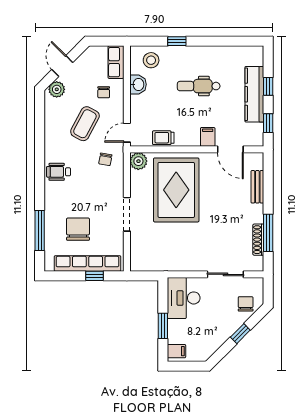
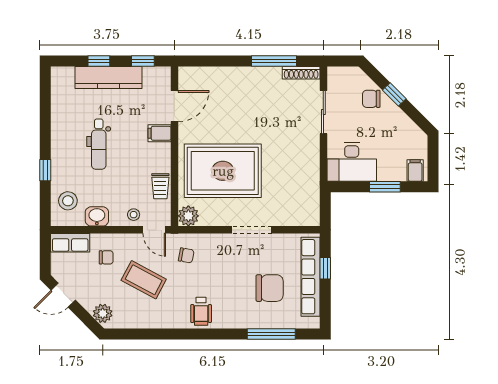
door: (62, 66) -> (63, 295), moved
stool: (140, 115) -> (134, 215), added
bench: (257, 187) -> (219, 74), removed
chair: (78, 229) -> (270, 288), turned 180
shoe rack: (258, 240) -> (301, 73), moved
chair: (246, 304) -> (371, 99), moved

